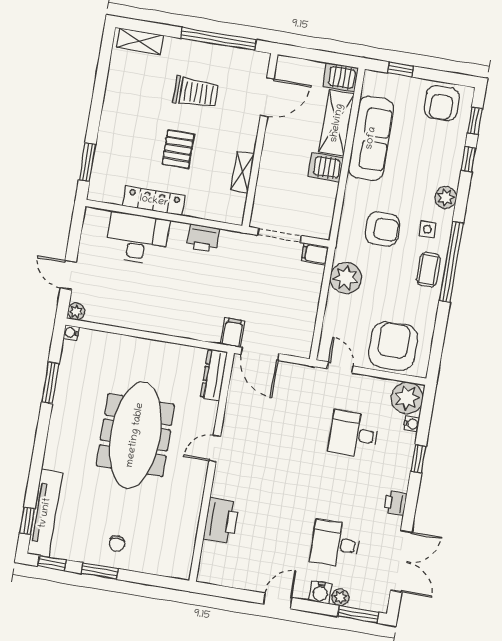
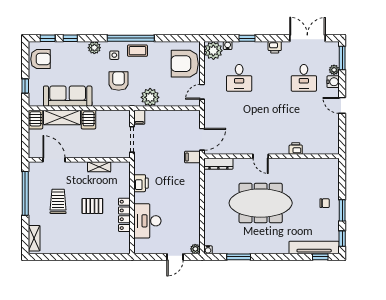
window: (87, 162) -> (109, 257), removed
printer: (221, 520) -> (296, 148), width x0.53, depth x0.68

